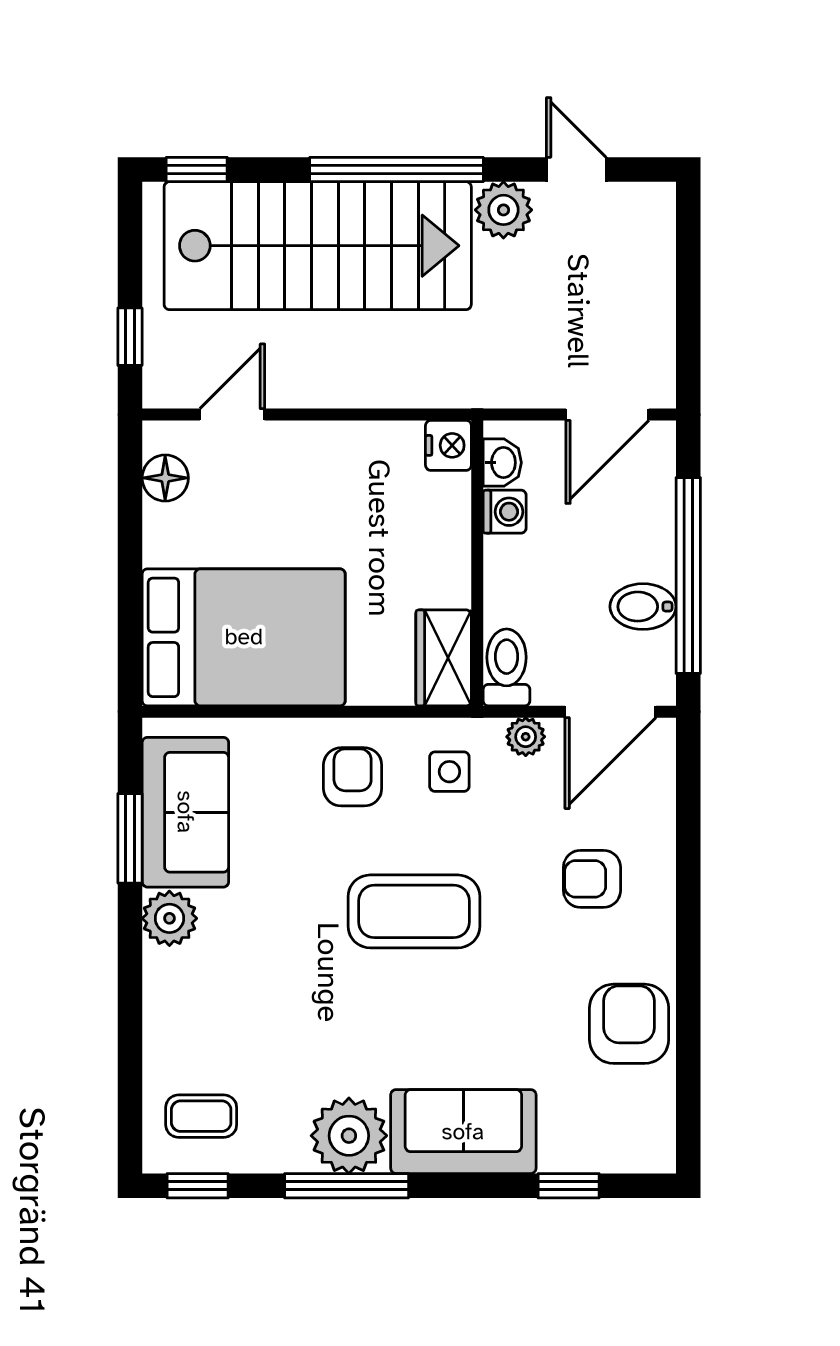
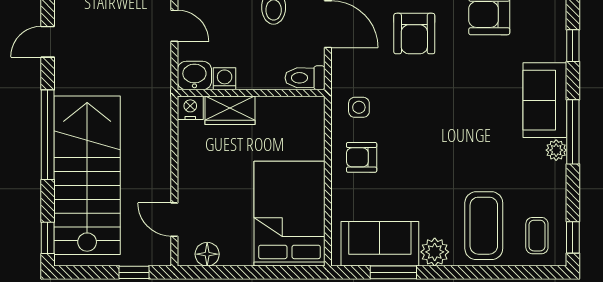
plant: (503, 210) -> (69, 79), removed
door: (607, 415) -> (174, 26), width x0.73
washbasin: (502, 463) -> (194, 76), width x1.38, depth x1.45
wardrobe: (444, 658) -> (230, 110), moved
plant: (526, 737) -> (341, 68), removed
armchair: (592, 879) -> (414, 34), width x1.38, depth x1.38
coffee table: (414, 911) -> (484, 226), moved
plant: (349, 1136) -> (556, 150), width x0.53, depth x0.53
window: (347, 1186) -> (573, 132), moved

